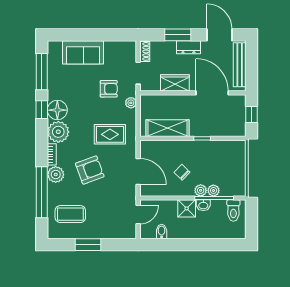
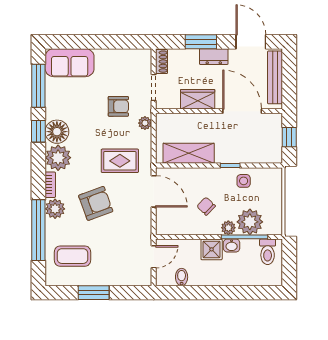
sofa: (83, 52) -> (70, 63), moved
side table: (213, 151) -> (244, 181), added
door: (138, 171) -> (154, 191), moved
plant: (213, 190) -> (250, 222), width x1.87, depth x1.87

